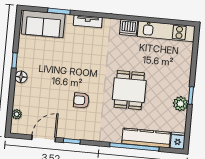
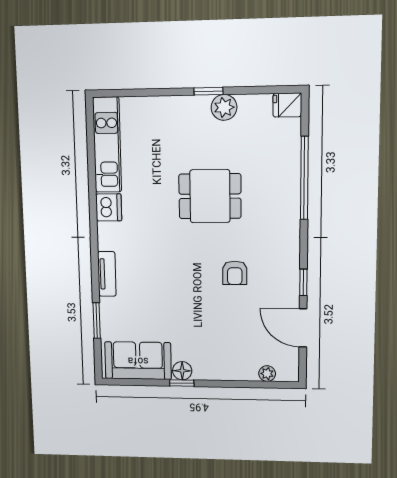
sofa: (43, 24) -> (138, 361), moved, turned -90
floor lamp: (21, 77) -> (182, 371), moved
kitchen counter: (146, 138) -> (288, 160), removed

